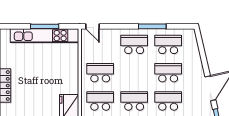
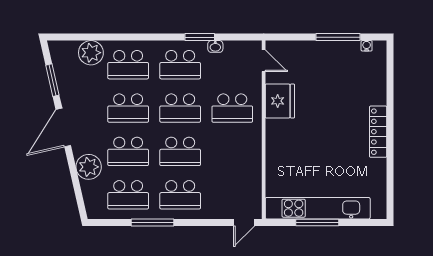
door: (92, 26) -> (244, 222), swing flipped
plant: (194, 63) -> (89, 167), added
school desk: (100, 73) -> (180, 151), moved

